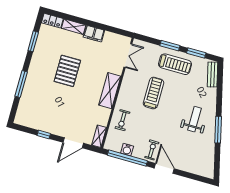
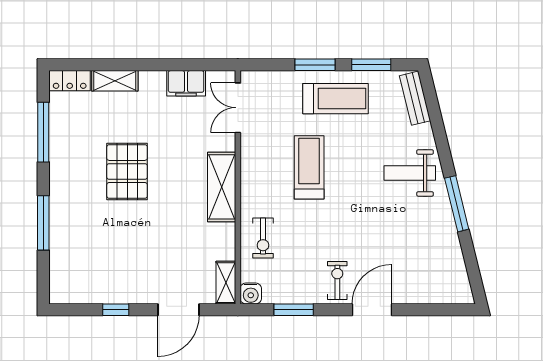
filing cabinet: (94, 34) -> (186, 83), moved
window: (33, 41) -> (43, 132), width x1.44
double door: (128, 56) -> (238, 108), swing flipped
weight bench: (195, 119) -> (410, 173), moved, turned -90
water cooler: (127, 150) -> (251, 293), moved
window: (127, 158) -> (294, 310), width x0.47
door: (164, 168) -> (372, 310), hinge flipped

